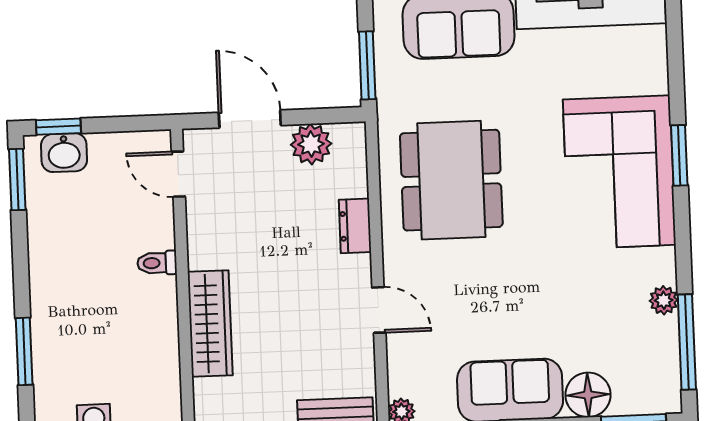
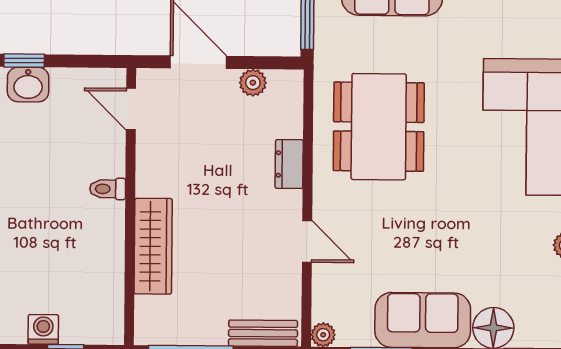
plant: (311, 144) -> (253, 83), width x0.73, depth x0.73

